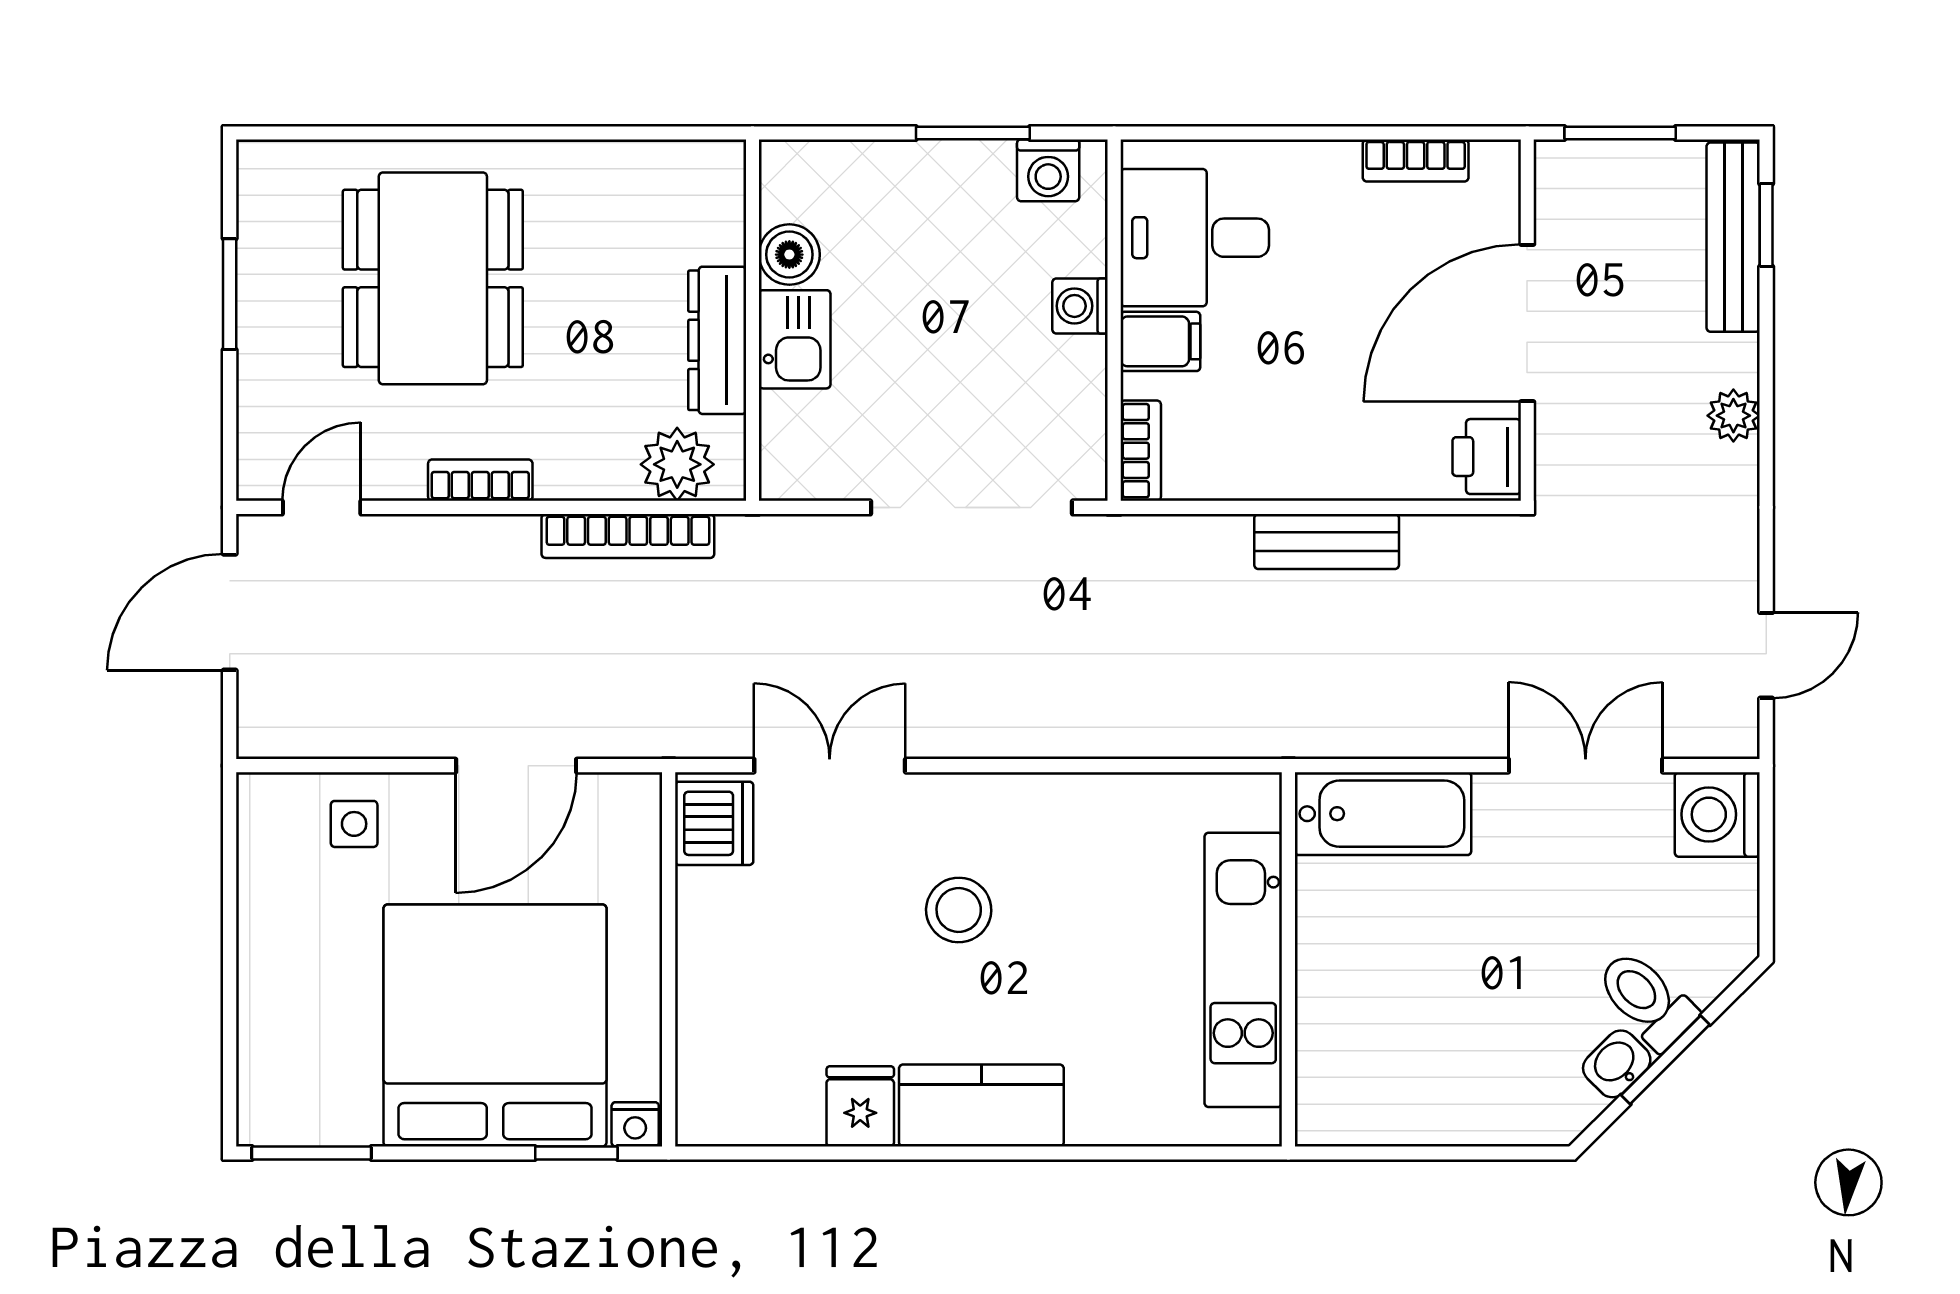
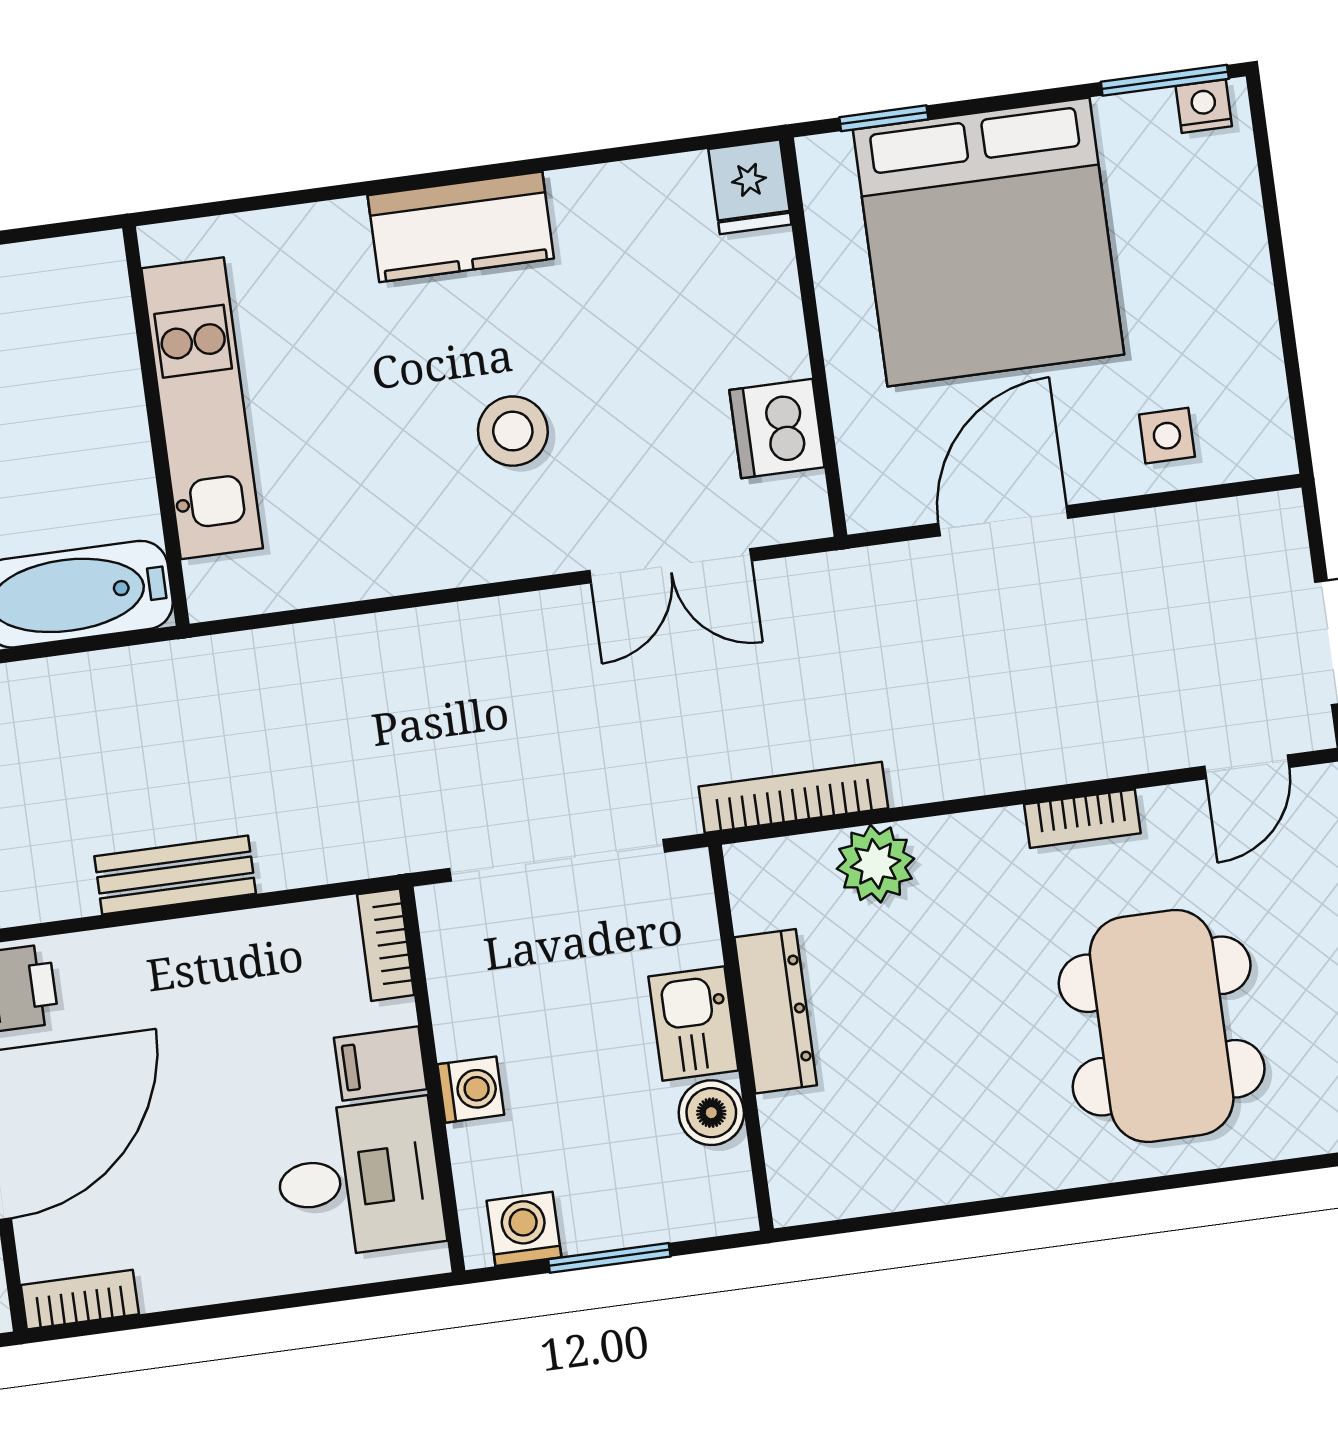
bookcase: (1416, 161) -> (80, 1300), moved
boiler: (789, 255) -> (711, 1113), moved
wall: (753, 320) -> (741, 1038), moved
kitchen sink: (795, 339) -> (693, 1023), moved
dresser: (717, 340) -> (776, 1011), moved
bookcase: (628, 536) -> (793, 797), moved
dishwasher: (714, 823) -> (777, 429), moved
fridge: (860, 1106) -> (750, 187), moved
nightstand: (635, 1124) -> (1204, 106), moved

